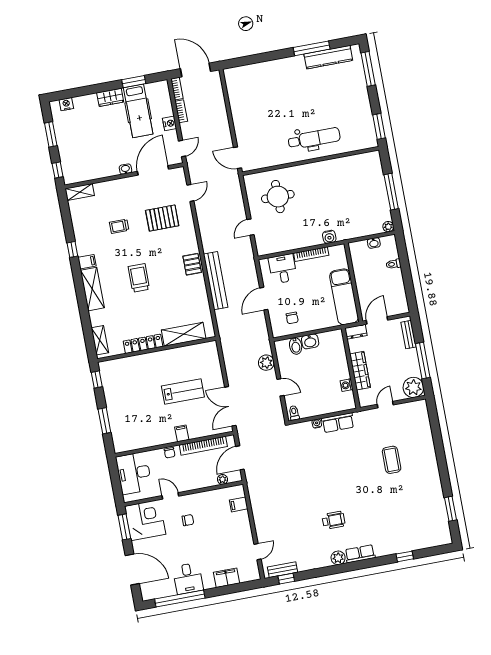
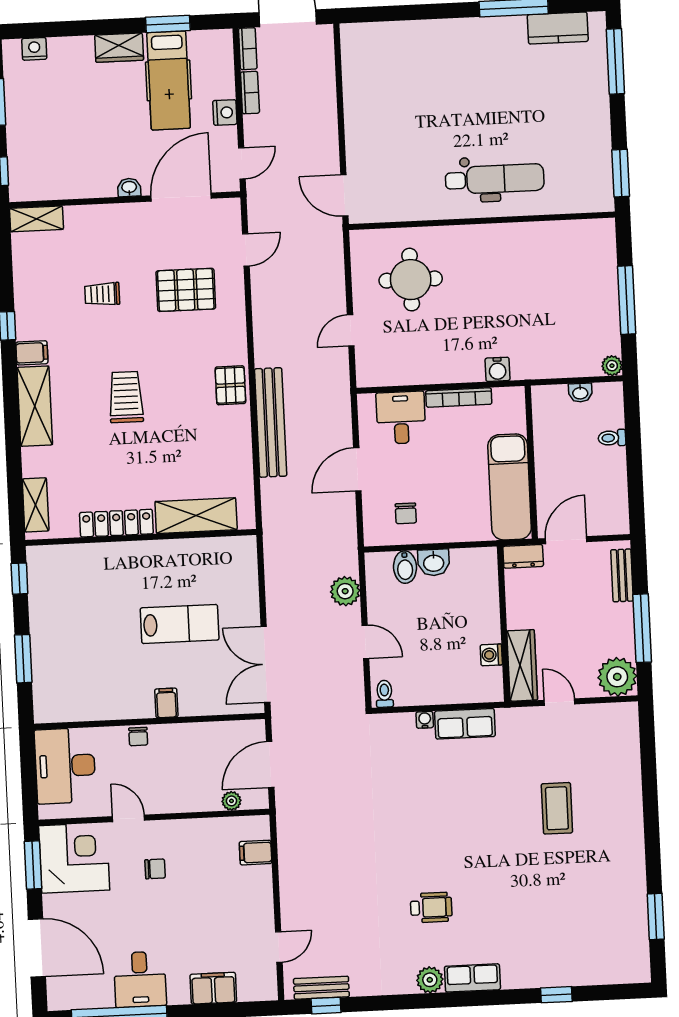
kitchen counter: (328, 57) -> (558, 28), width x0.67
wardrobe: (360, 371) -> (522, 665), moved
door: (385, 405) -> (559, 702), hinge flipped
bookcase: (203, 446) -> (204, 732), removed

